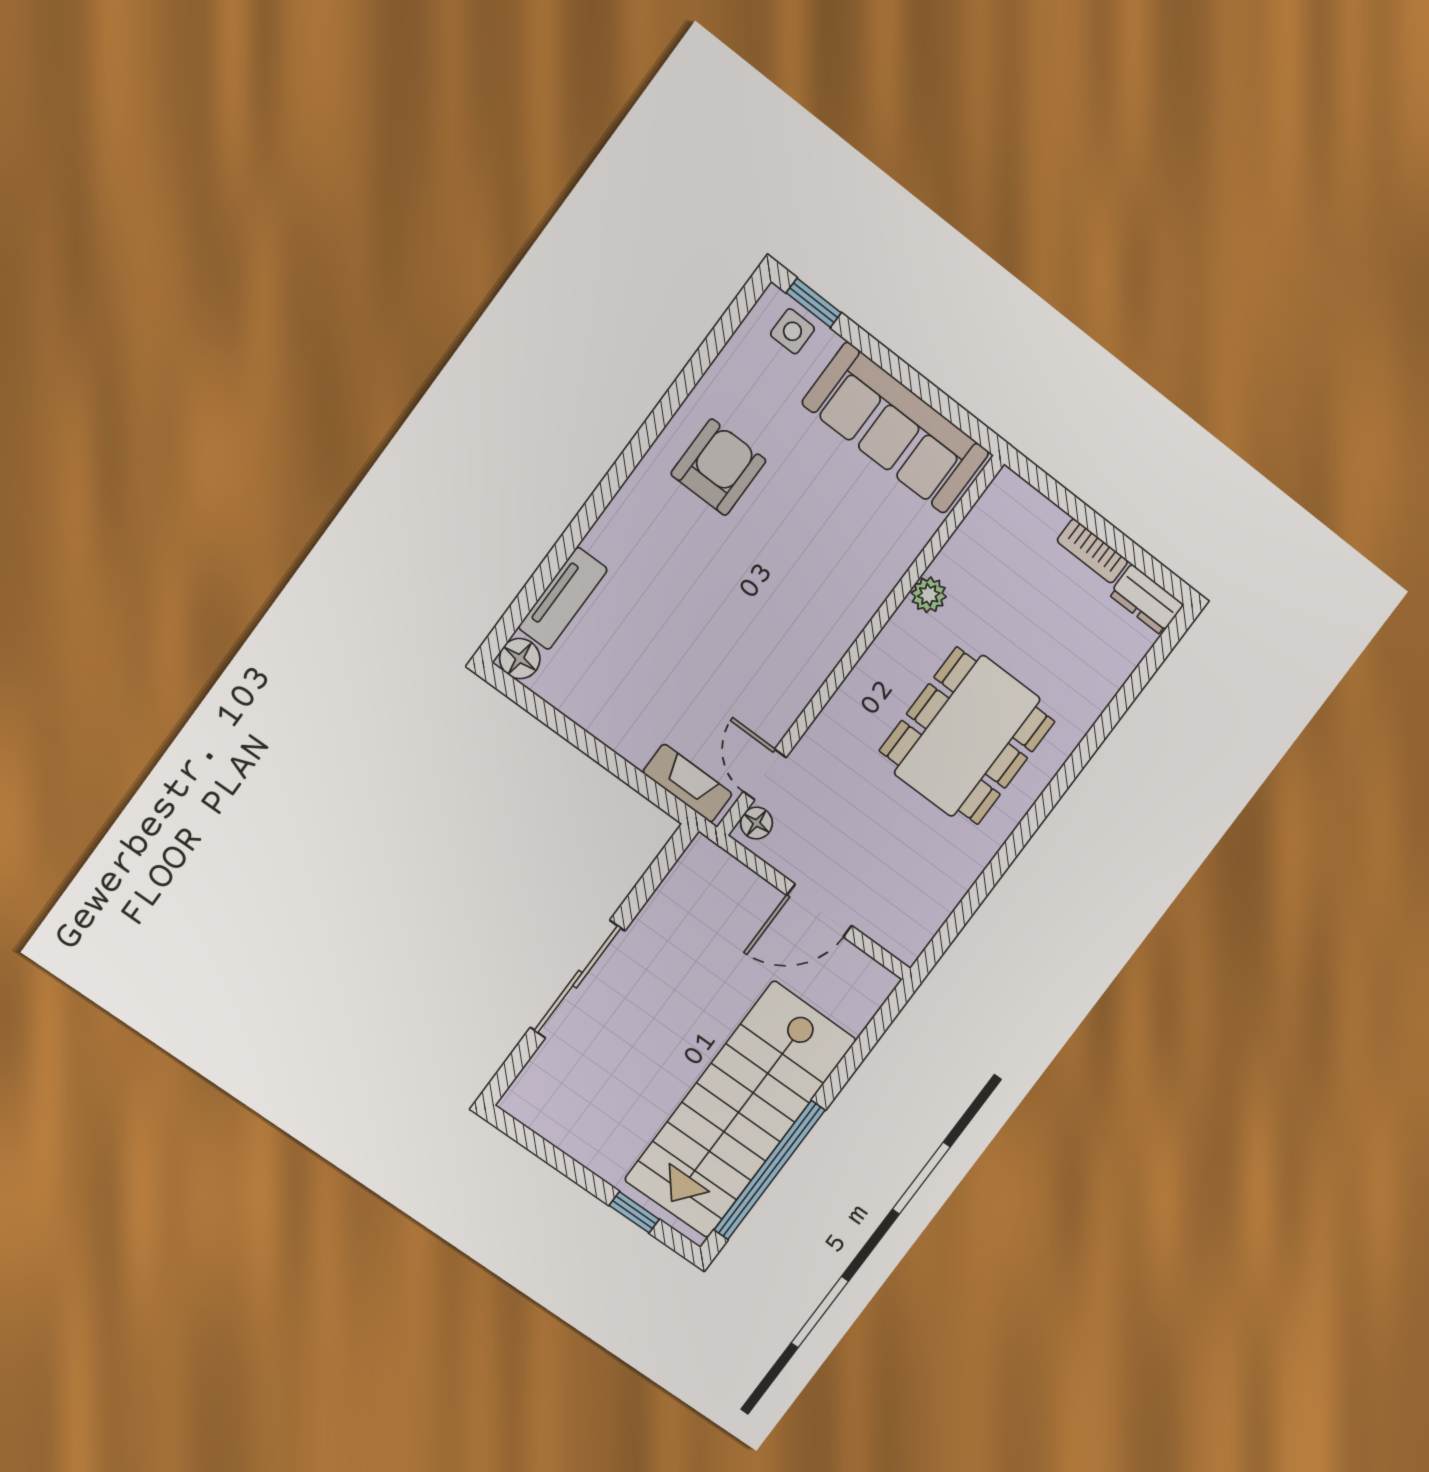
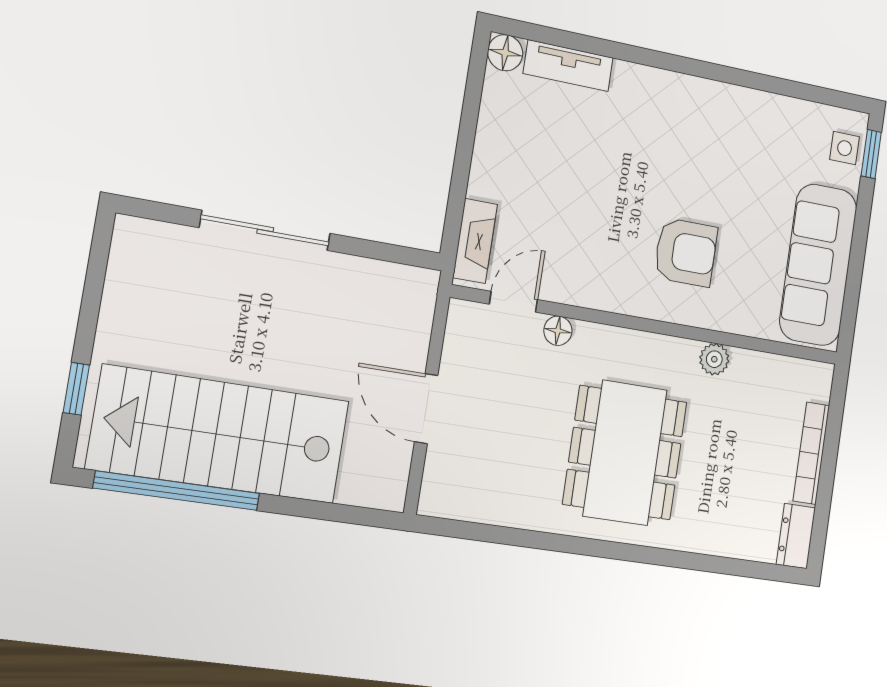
armchair: (718, 467) -> (686, 252), moved
bookcase: (1092, 551) -> (811, 453), width x1.56
dining table: (967, 736) -> (625, 453), turned 90
floor lamp: (756, 823) -> (558, 331), moved

